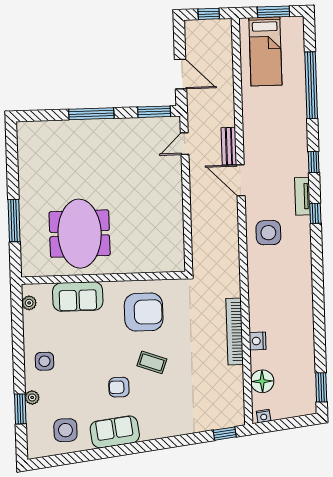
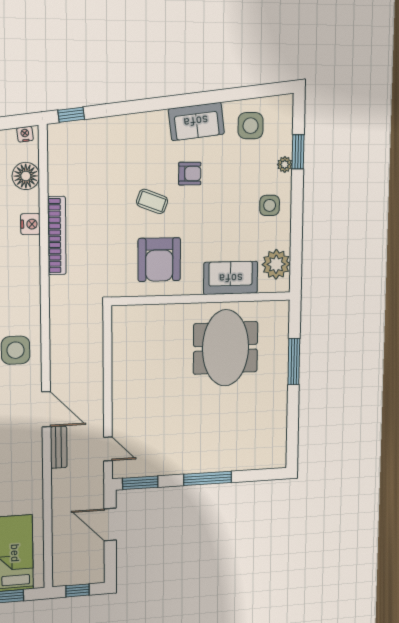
door: (185, 144) -> (108, 449), hinge flipped
plant: (29, 303) -> (276, 264), width x1.87, depth x1.87
armchair: (144, 312) -> (159, 260), turned -90

